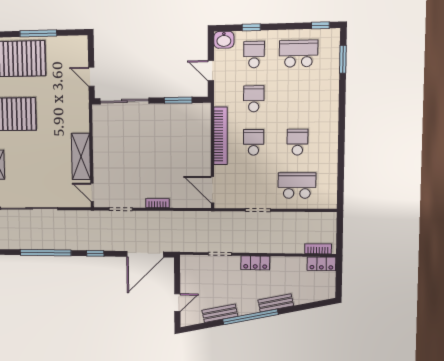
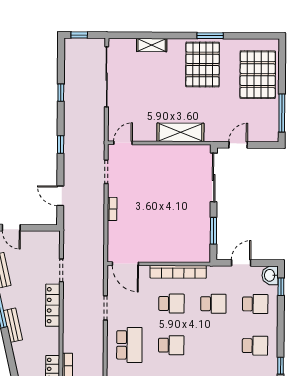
window: (251, 27) -> (281, 287), moved
window: (38, 33) -> (282, 113), moved
school desk: (298, 54) -> (255, 346), width x0.54
shelving: (81, 156) -> (180, 132), moved
door: (212, 190) -> (125, 264), swing flipped
window: (46, 253) -> (61, 93), width x0.32
door: (145, 254) -> (60, 196), width x0.53
locker: (255, 263) -> (53, 305), width x1.53

